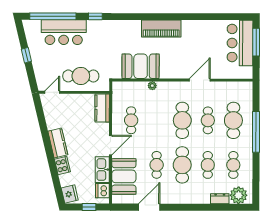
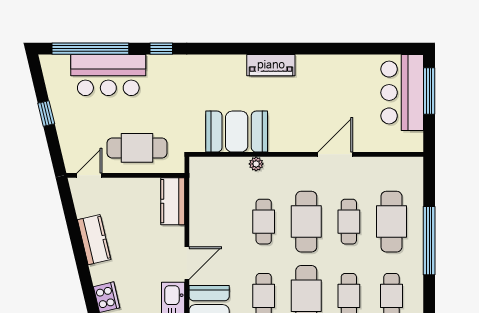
piano: (161, 28) -> (271, 65), width x0.73, depth x0.75
cafe table: (131, 120) -> (264, 222), moved
kitchen counter: (58, 143) -> (94, 240), moved

